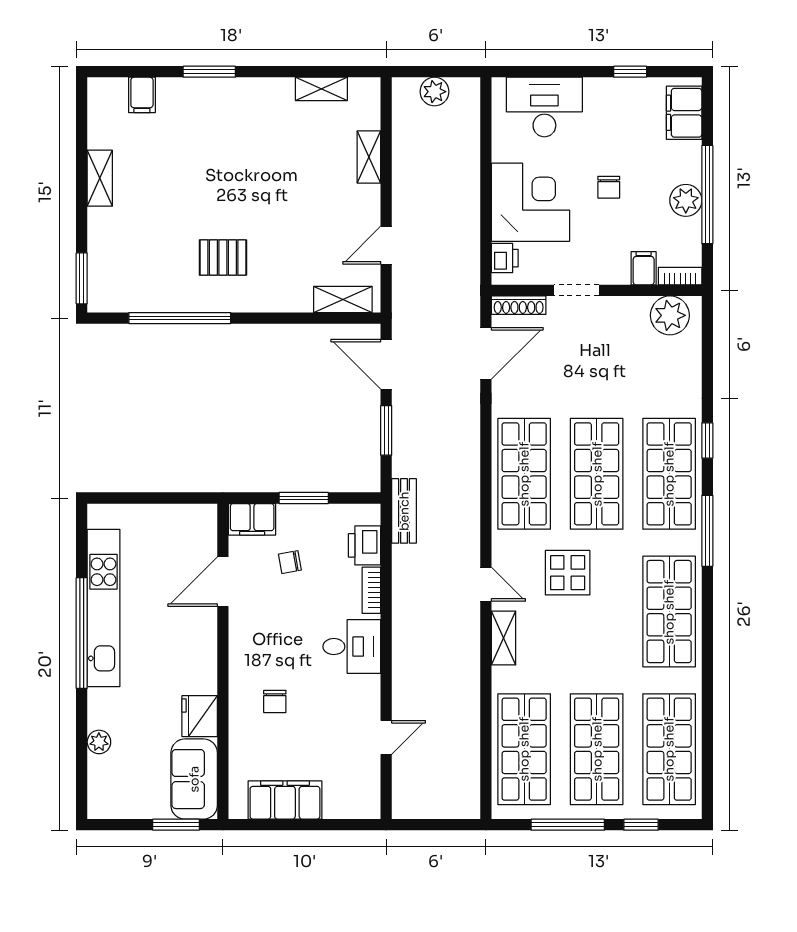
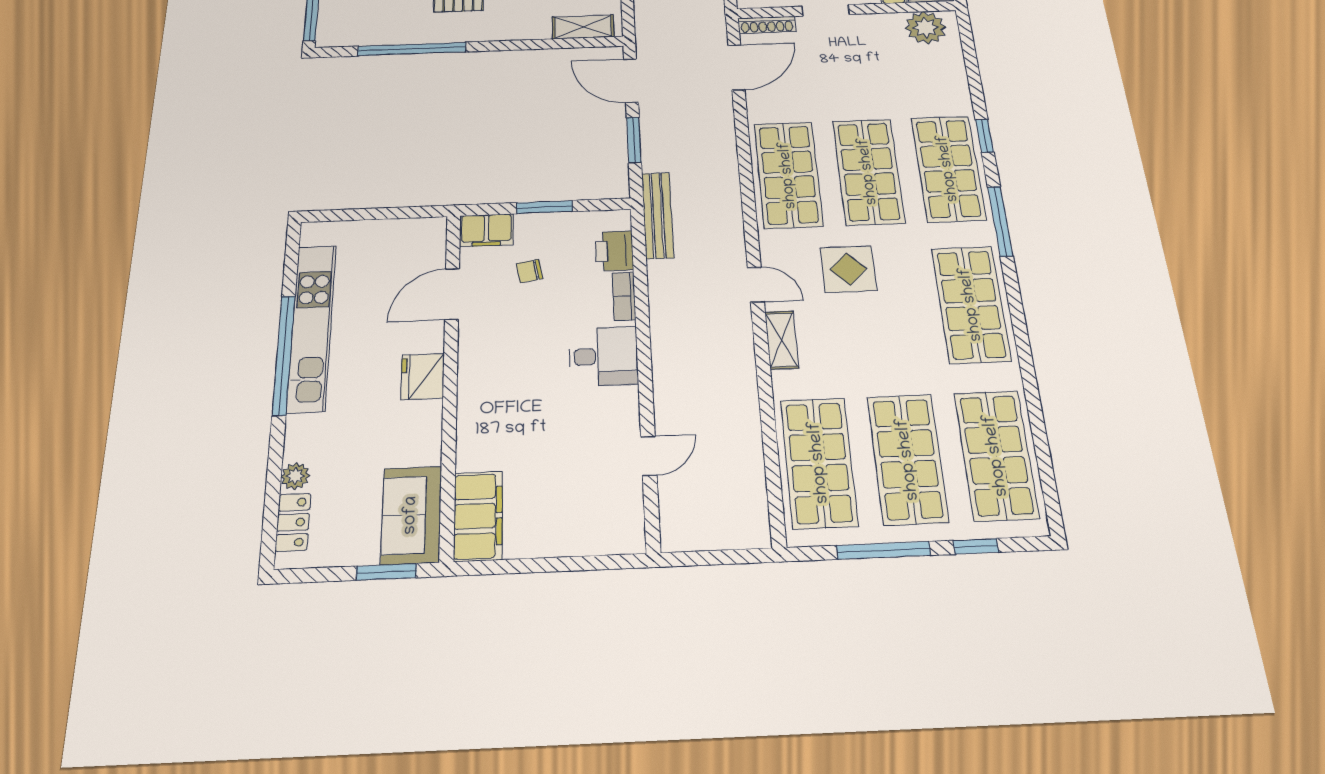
bench: (404, 511) -> (657, 215), width x1.36
chair: (275, 701) -> (512, 421), removed
fridge: (200, 716) -> (423, 377), moved
locker: (100, 781) -> (293, 522), added
filing cabinet: (285, 800) -> (478, 516), moved, turned 90

